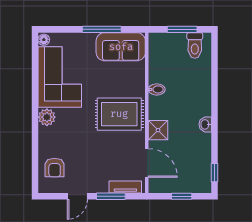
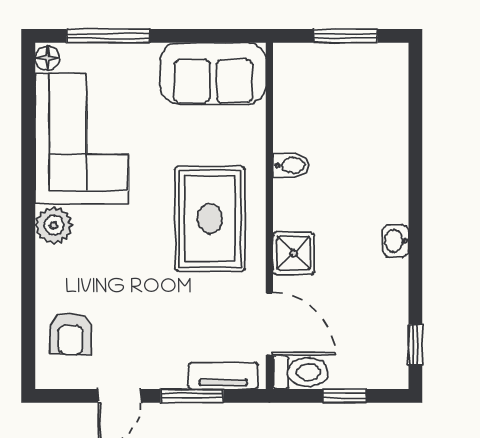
window: (102, 29) -> (108, 36), moved
toilet: (195, 45) -> (301, 372), moved, turned -90
rug: (119, 114) -> (210, 219), turned 90

